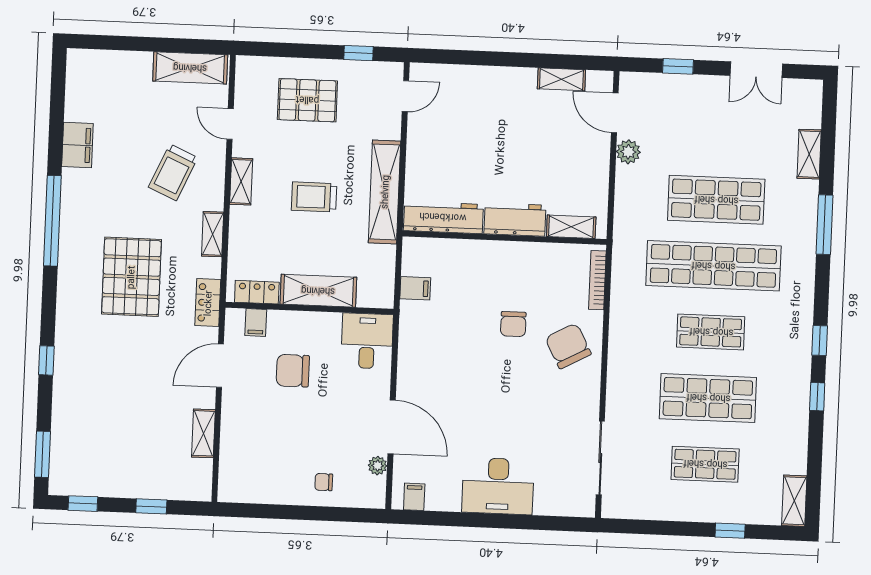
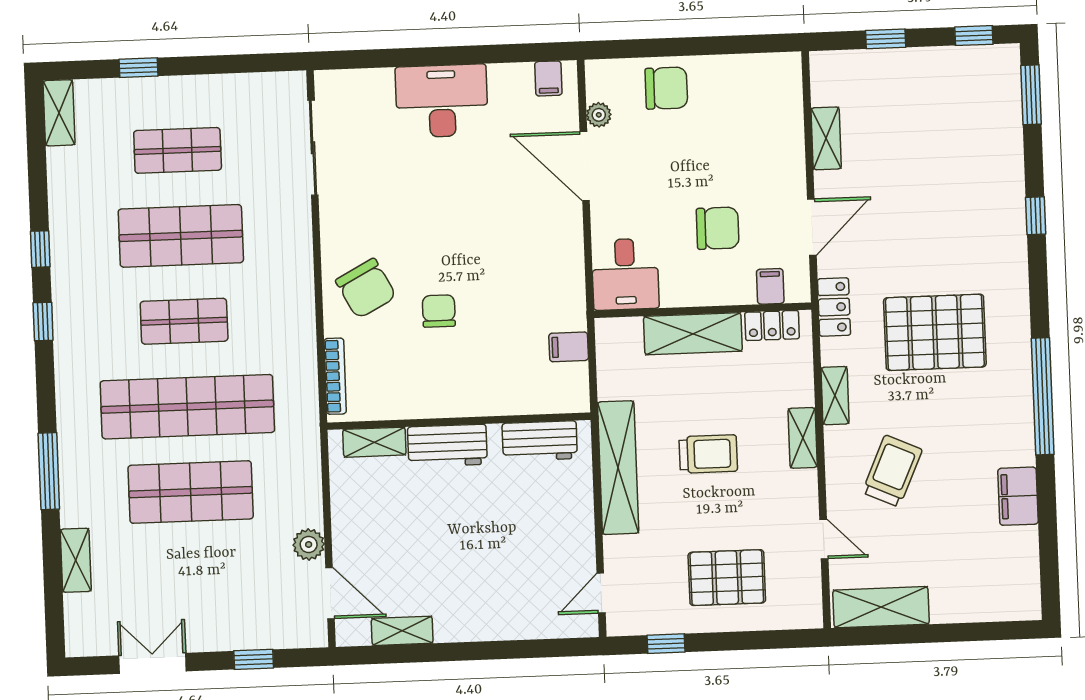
shelving: (241, 181) -> (803, 438), moved
workbench: (443, 217) -> (540, 441), width x0.73
pallet: (131, 277) -> (935, 332), turned 90
chair: (324, 482) -> (666, 88), width x1.87, depth x1.87

